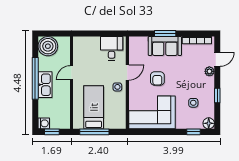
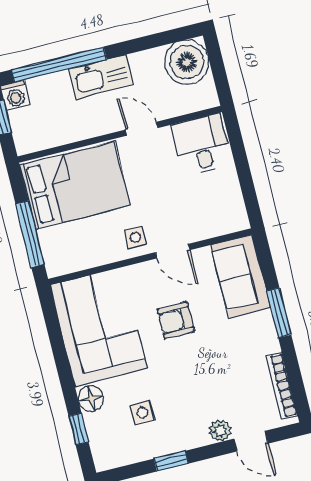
sofa: (165, 46) -> (241, 276), moved
desk: (112, 48) -> (202, 145), moved, turned -90
window: (35, 78) -> (59, 65), moved
bed: (94, 107) -> (75, 185), width x1.50
floor lamp: (209, 123) -> (91, 398), moved
window: (94, 132) -> (30, 234), moved

